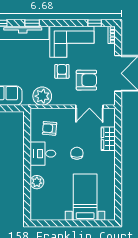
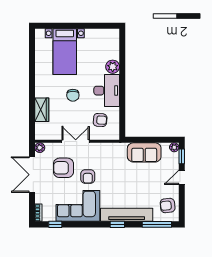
plant: (42, 96) -> (40, 148), moved, width x0.53, depth x0.53
double door: (89, 107) -> (76, 141), moved
desk: (43, 154) -> (107, 91), width x1.37

